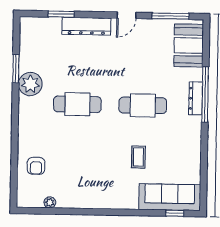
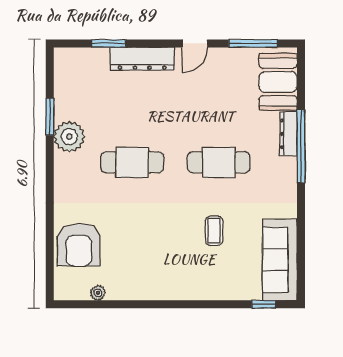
dresser: (196, 98) -> (288, 134), moved
armchair: (36, 166) -> (79, 245), width x1.88, depth x1.88
sofa: (170, 197) -> (280, 260), moved, turned -90

